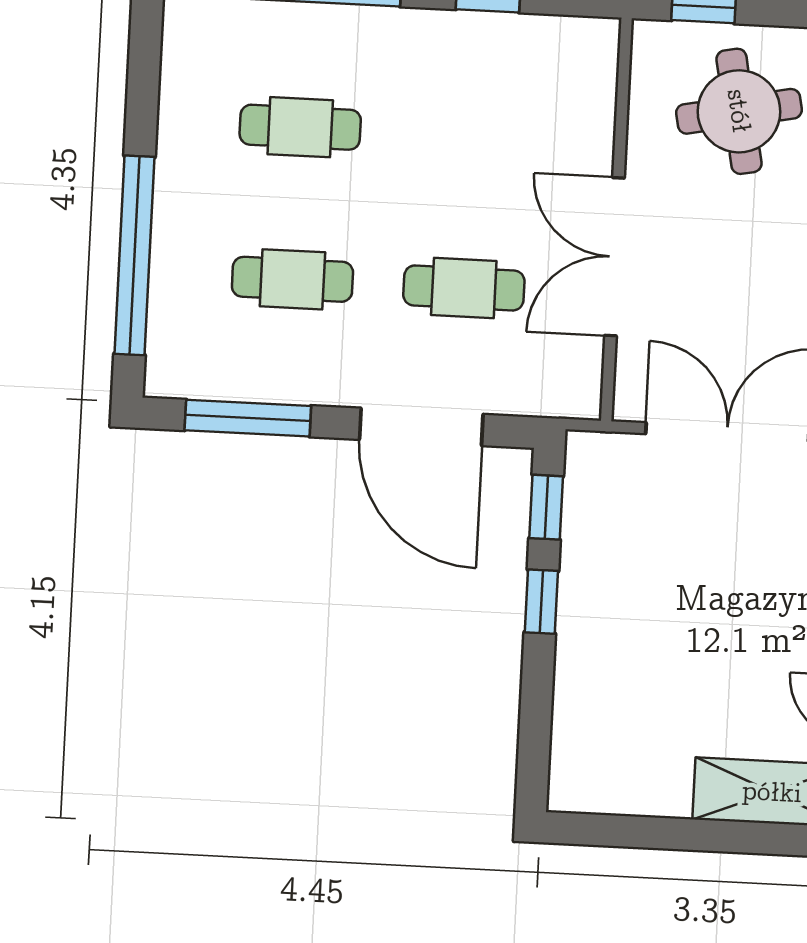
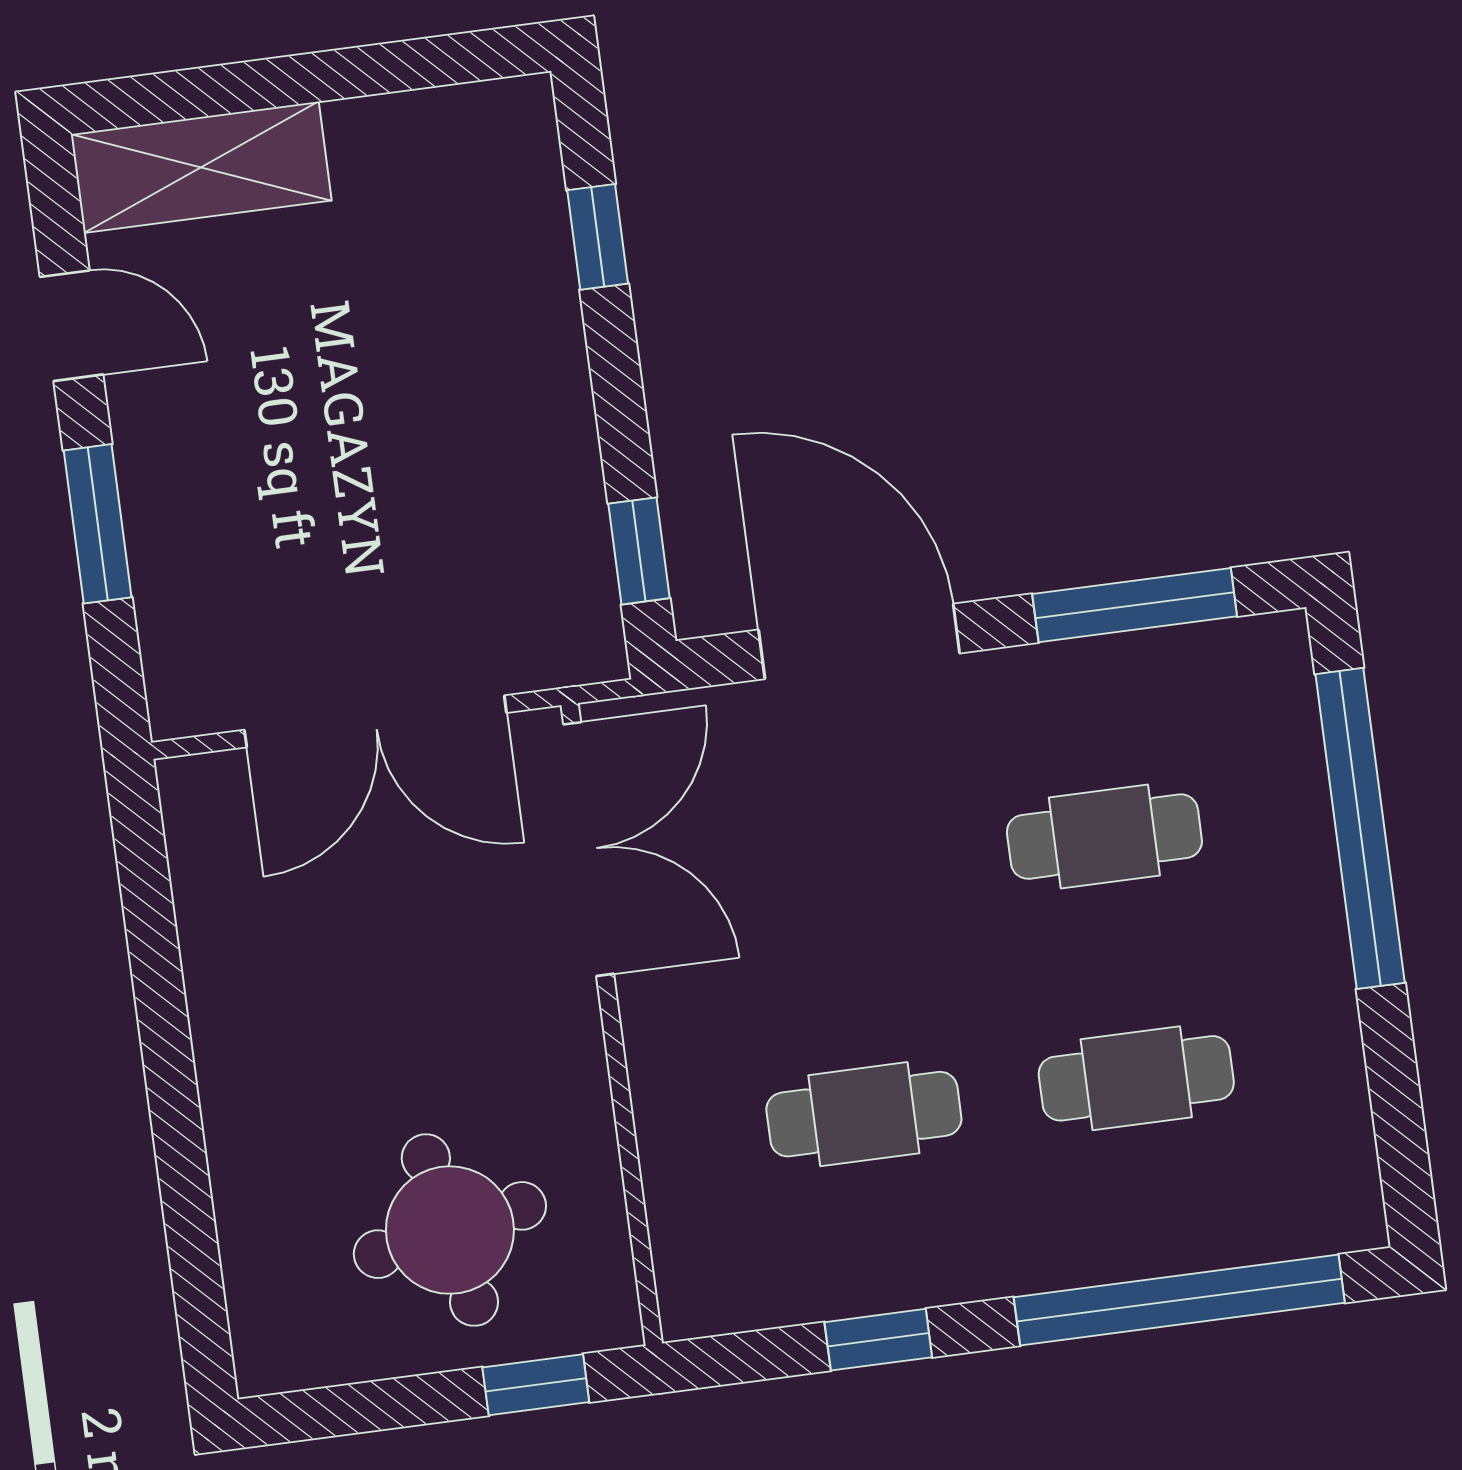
double door: (614, 257) -> (589, 849), moved
cafe table: (464, 288) -> (864, 1114), moved
window: (541, 602) -> (598, 237), moved

